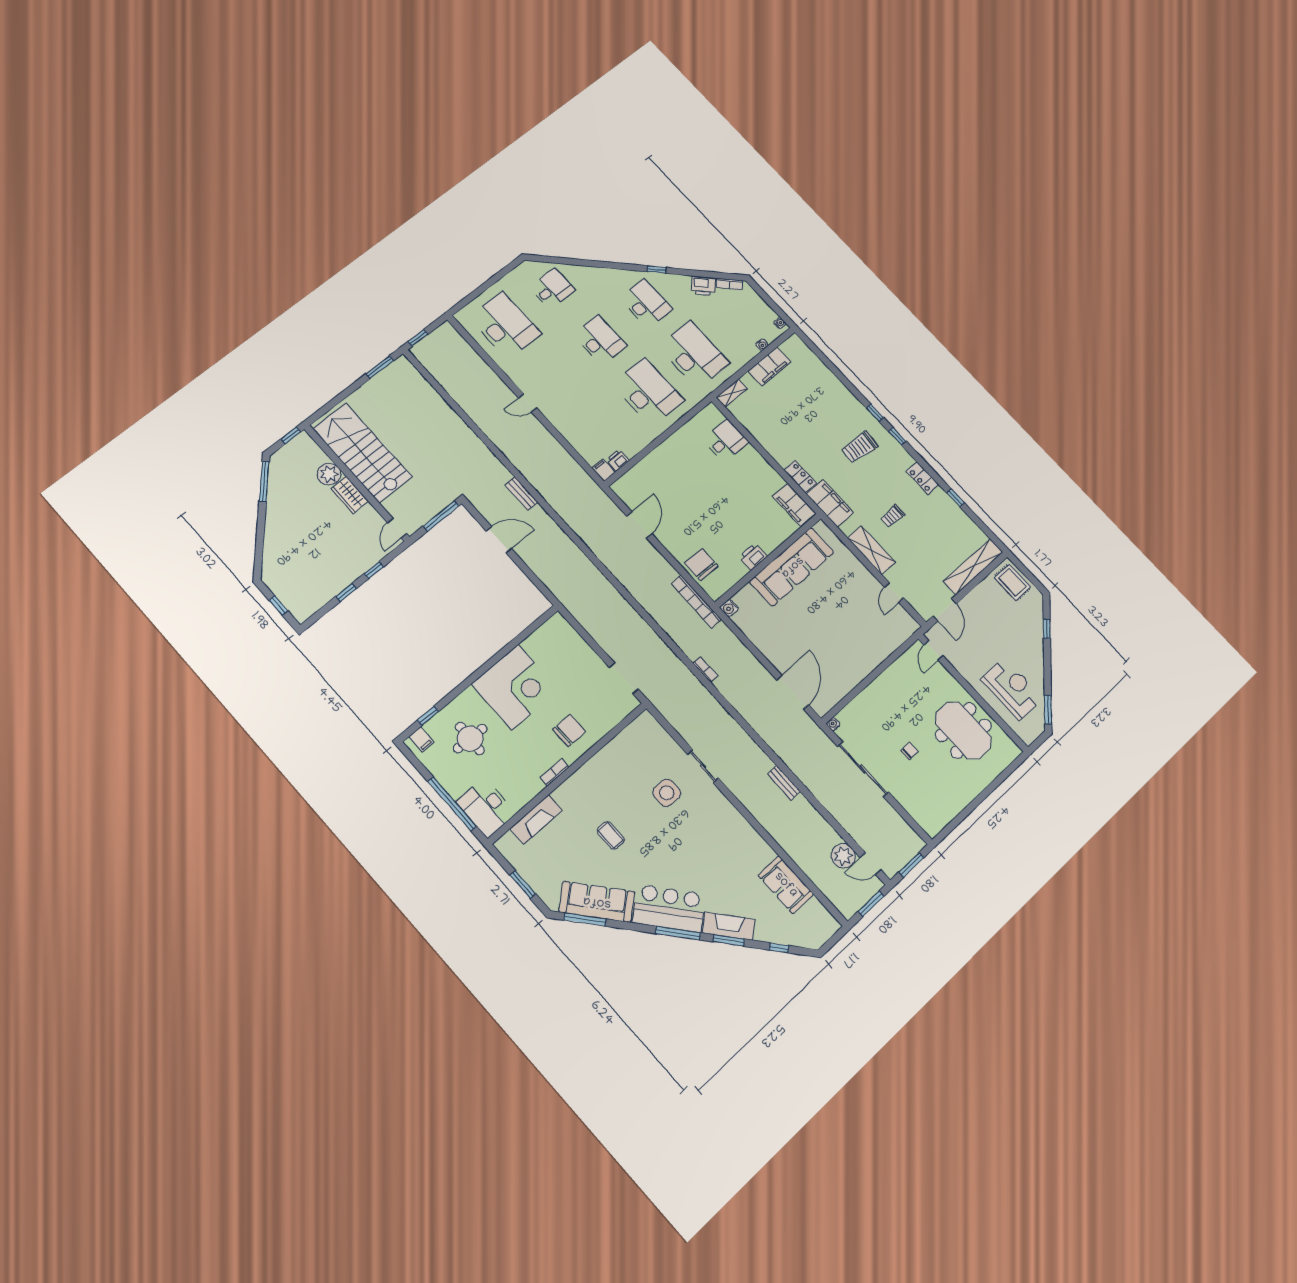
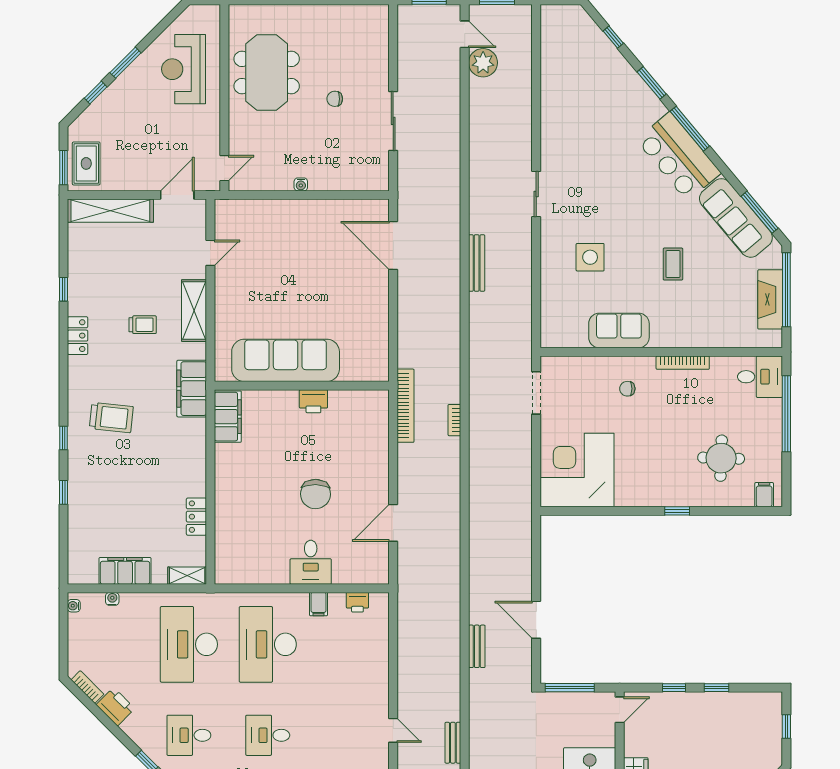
desk: (646, 304) -> (189, 735), width x0.73
desk: (600, 340) -> (268, 735), width x0.73
bench: (484, 425) -> (453, 743), added
window: (897, 436) -> (63, 492), moved
desk: (726, 441) -> (311, 562), moved, turned -90
filing cabinet: (604, 470) -> (318, 604), moved
locker: (800, 477) -> (196, 517), moved
chair: (701, 564) -> (316, 494), moved
window: (1022, 568) -> (63, 168), added
water cooler: (729, 608) -> (380, 373), removed
bookcase: (705, 670) -> (454, 420), moved
corner desk: (515, 687) -> (577, 470), moved
door: (793, 692) -> (393, 245), hinge flipped
window: (1048, 710) -> (125, 63), moved
window: (428, 716) -> (677, 511), moved
water cooler: (833, 724) -> (301, 184), moved
chair: (569, 730) -> (627, 389), width x0.54, depth x0.54
sliding door: (703, 766) -> (536, 194), moved
sliding door: (863, 769) -> (393, 121), width x0.73
bookcase: (555, 772) -> (683, 363), width x1.56
bench: (784, 783) -> (477, 263), moved, width x1.36
desk: (486, 808) -> (760, 377), width x0.73
fireplace: (536, 819) -> (770, 299), moved, turned -90
window: (523, 885) -> (786, 290), width x2.11
sofa: (786, 885) -> (619, 331), moved, turned -90
fireplace: (729, 926) -> (640, 95), removed

